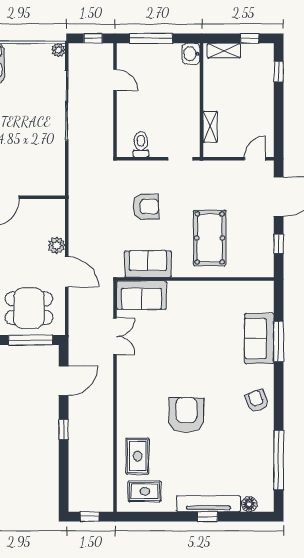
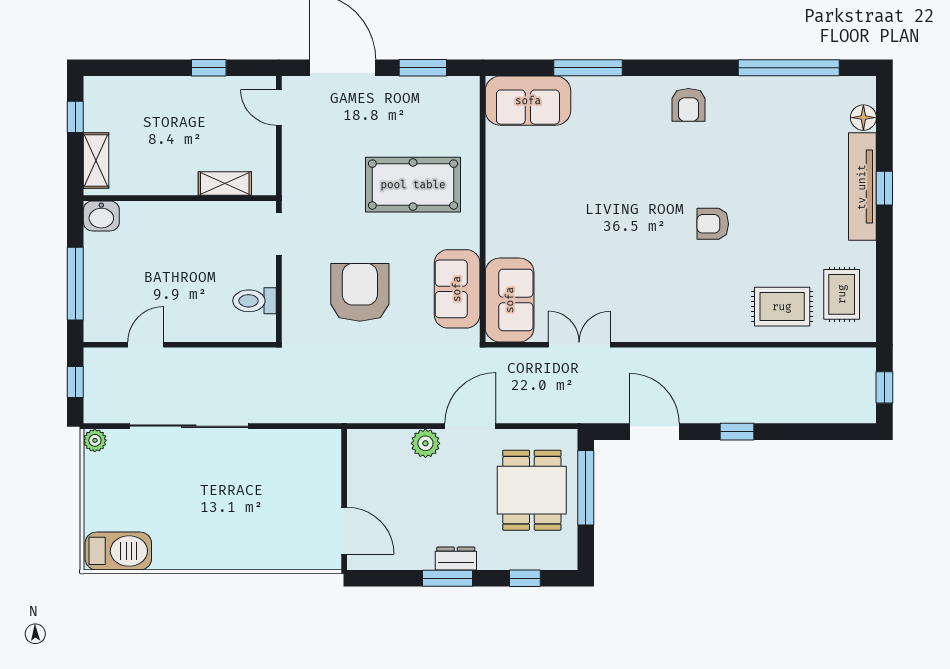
window: (279, 71) -> (209, 68), moved
armchair: (146, 207) -> (360, 292), width x1.36, depth x1.36
window: (279, 244) -> (423, 68), width x1.50
sofa: (259, 338) -> (528, 101), moved
armchair: (257, 401) -> (689, 105), turned -70
armchair: (186, 415) -> (713, 224), width x0.53, depth x0.53

